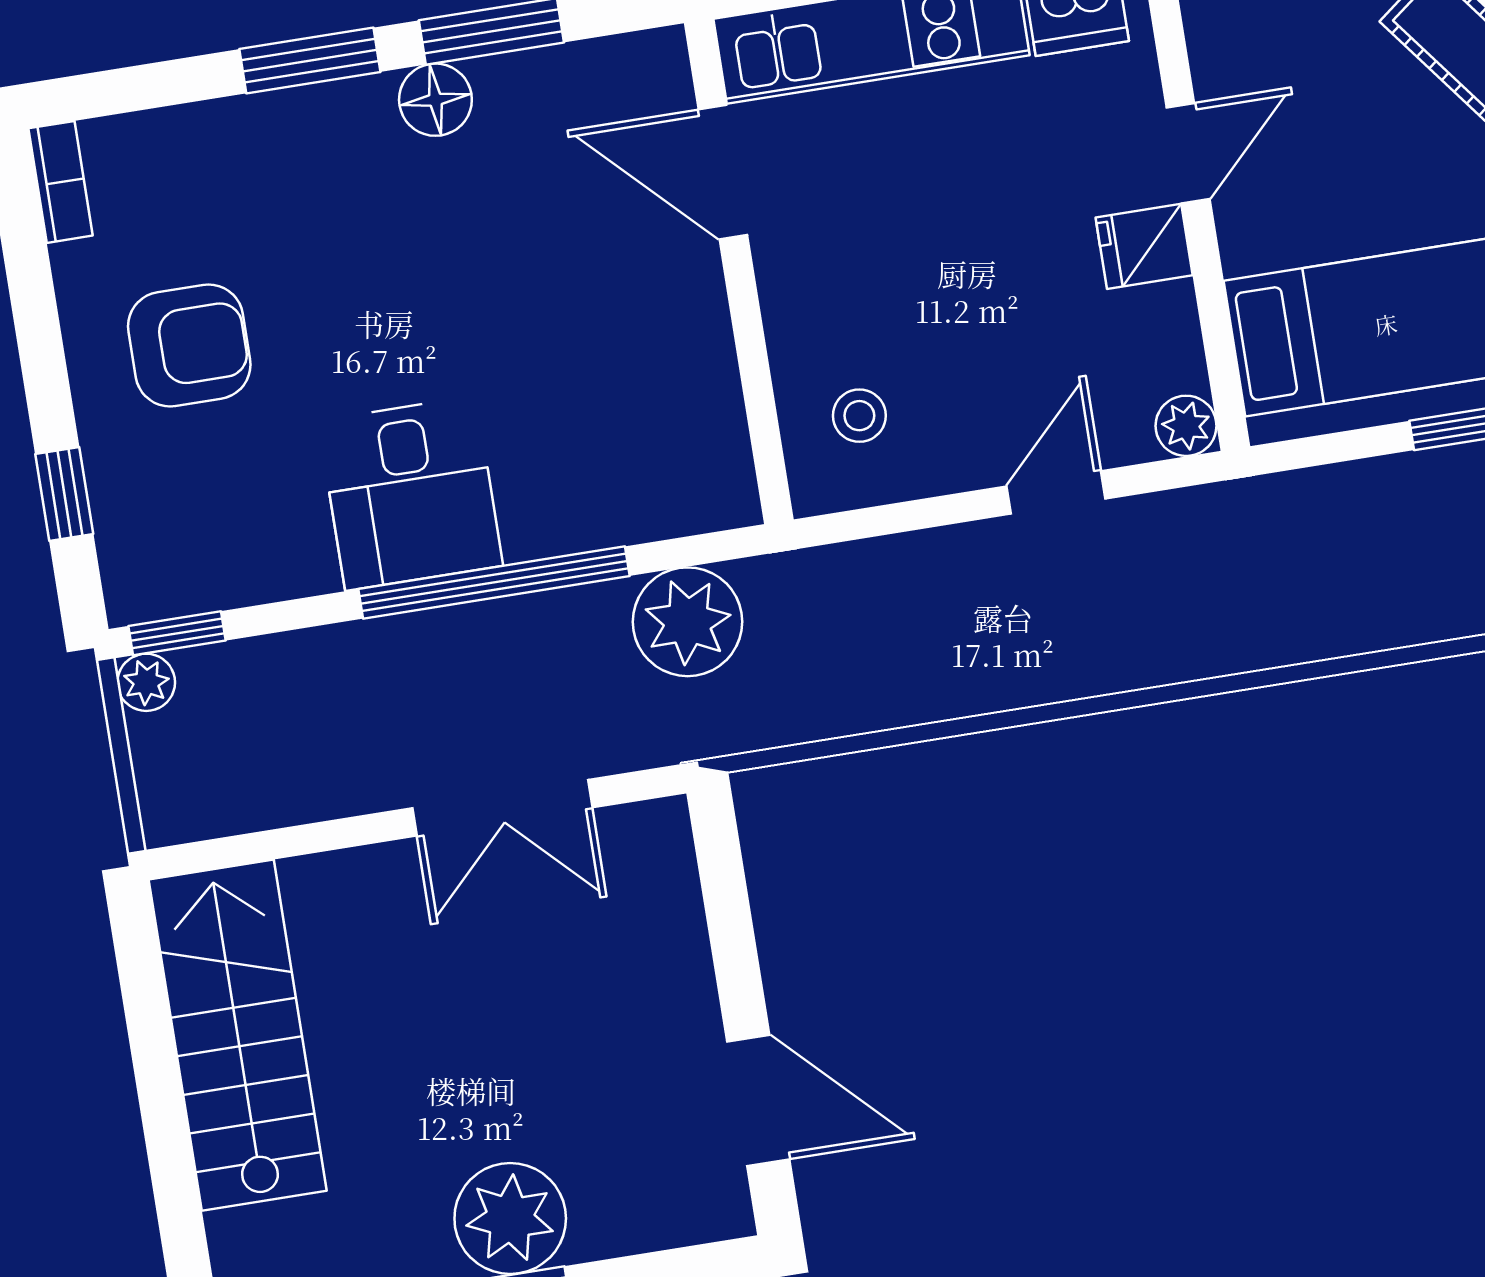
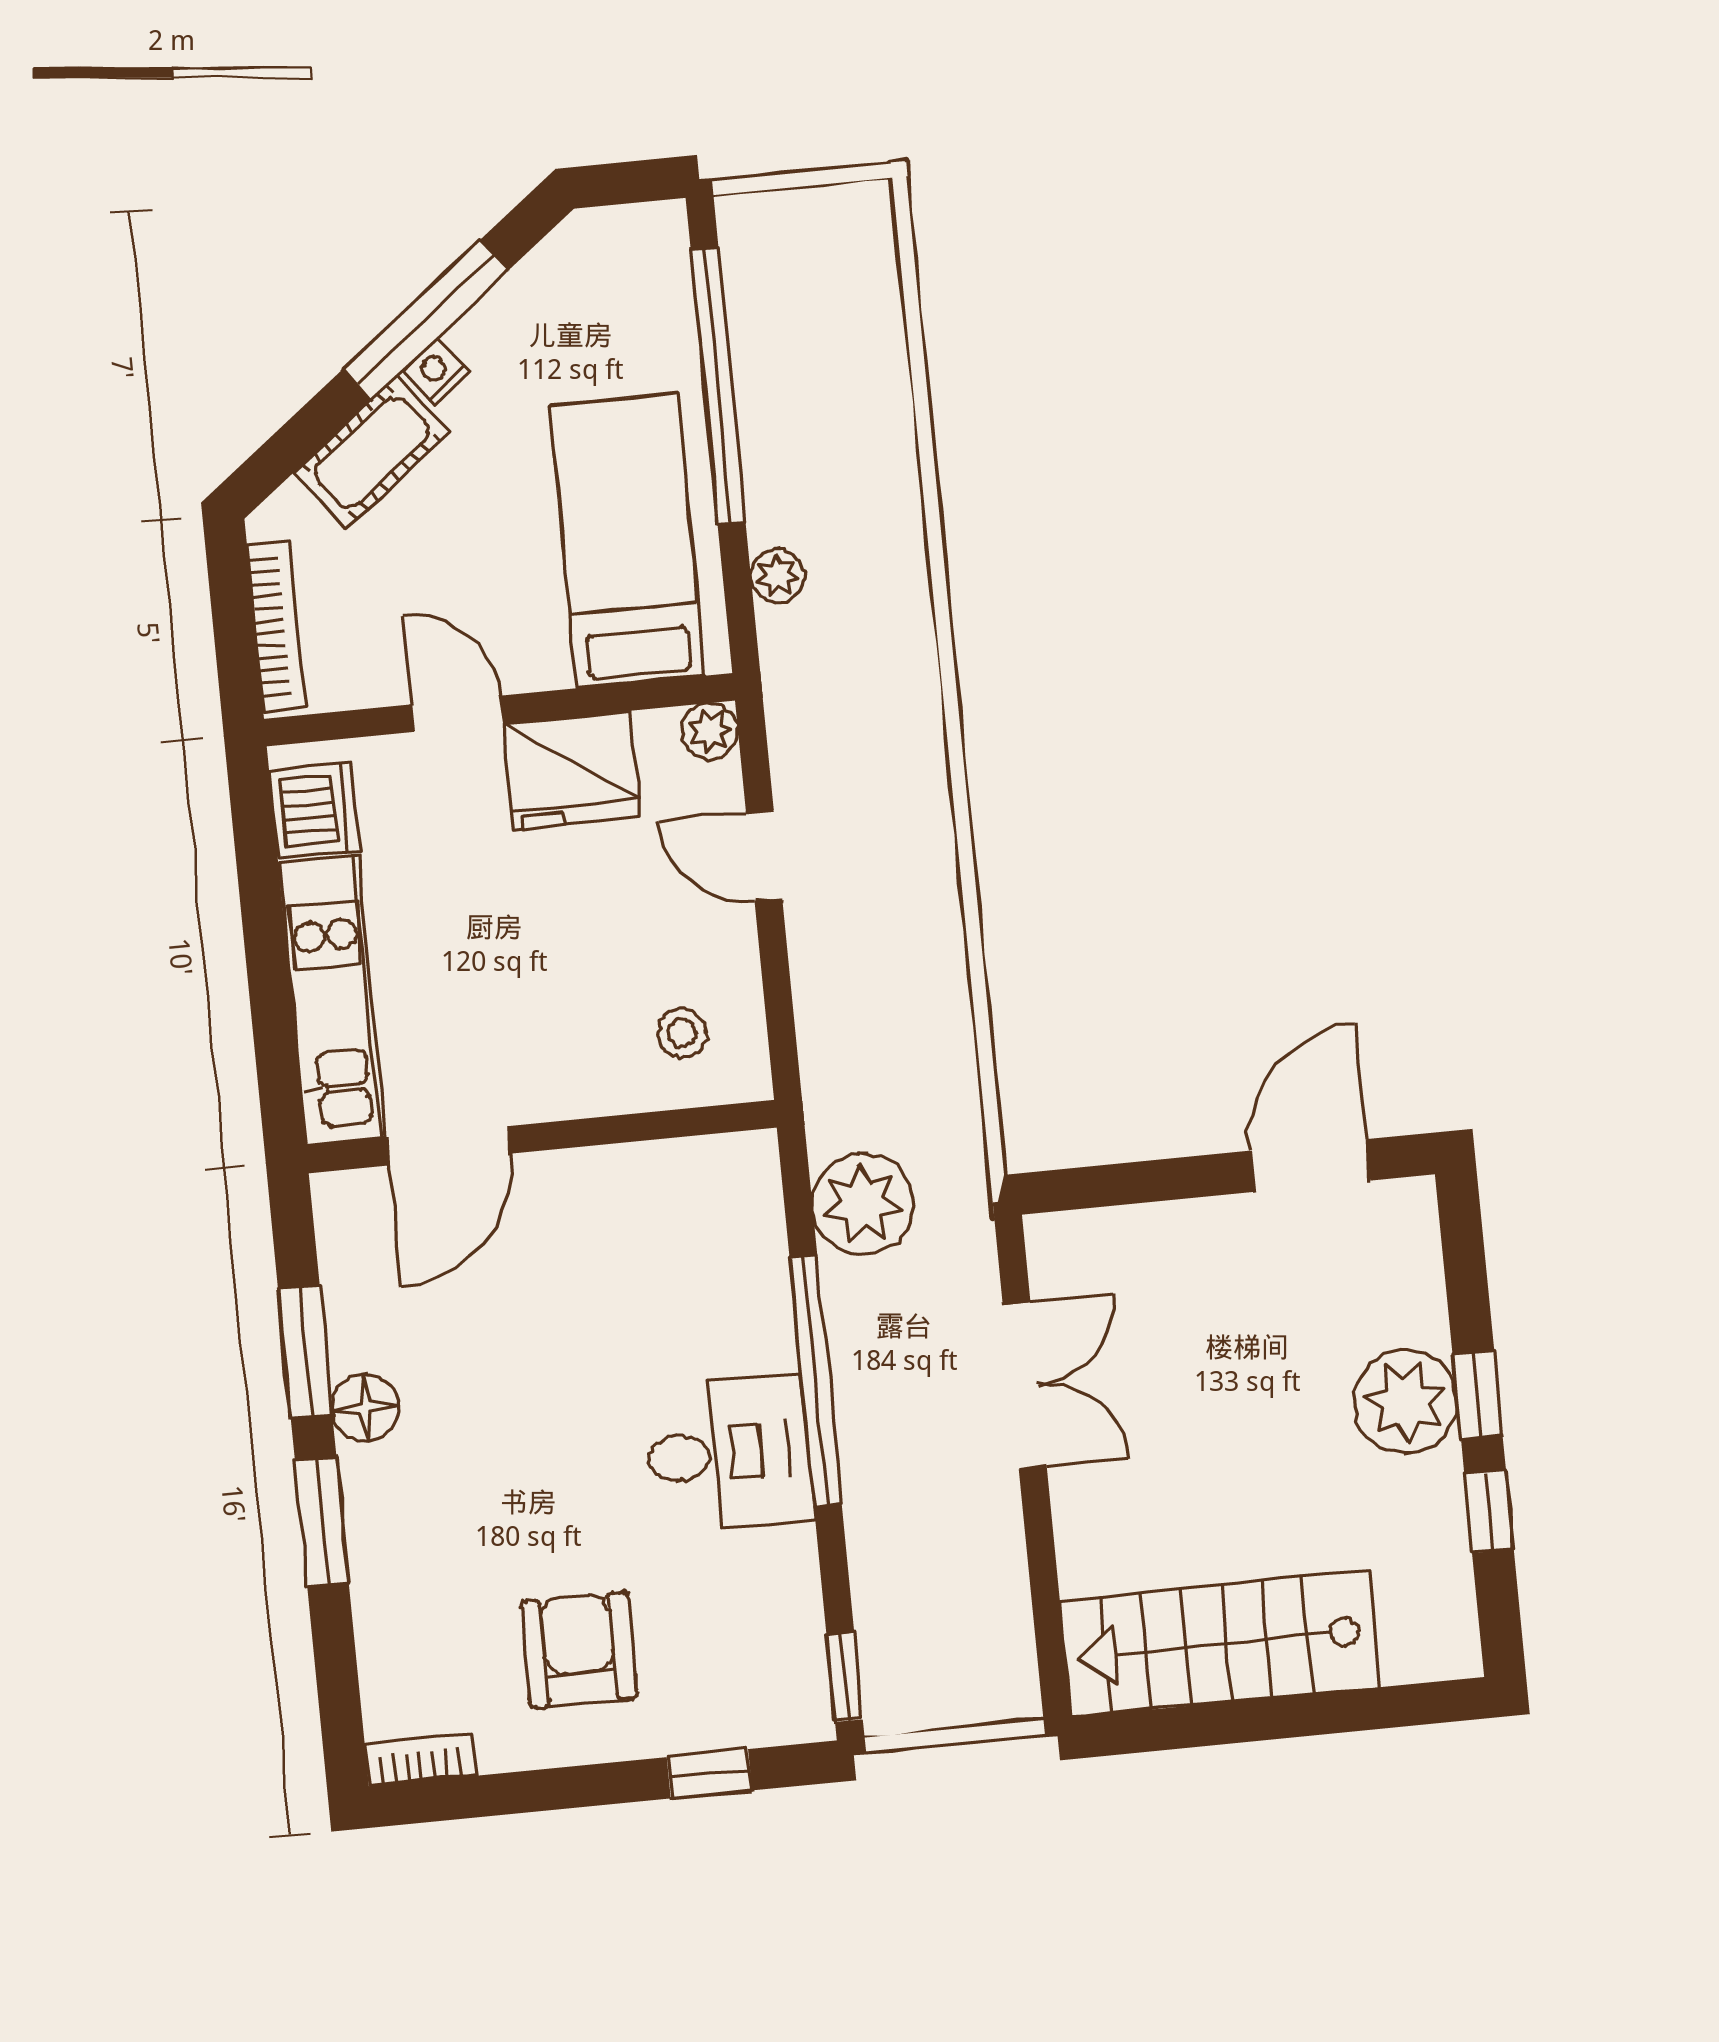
fridge: (1144, 246) -> (572, 770), width x1.88, depth x1.34
plant: (146, 682) -> (777, 576), moved

